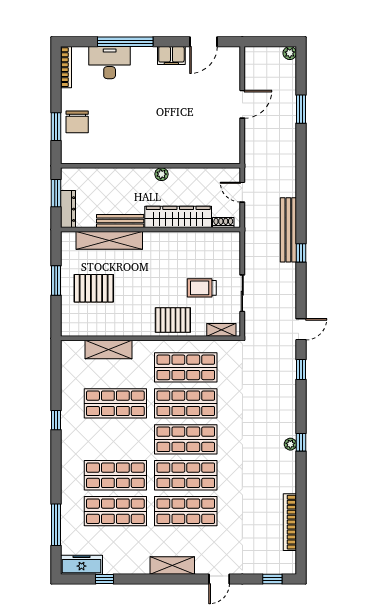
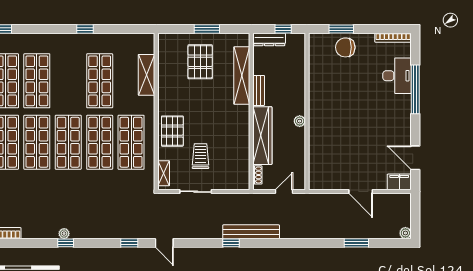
filing cabinet: (171, 56) -> (399, 182), moved, turned 90
window: (56, 193) -> (283, 29), width x0.67
bench: (120, 221) -> (259, 90), width x0.73

